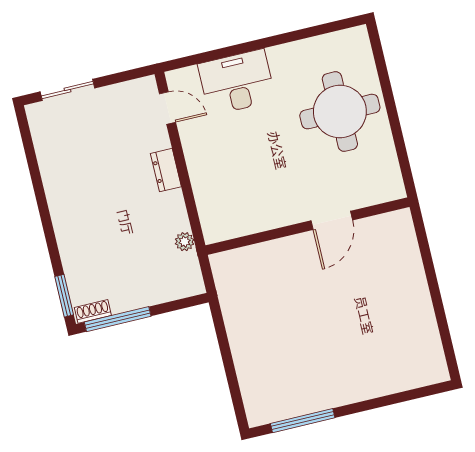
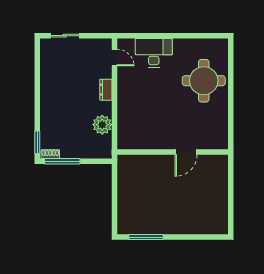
door: (332, 220) -> (186, 152), moved
wall: (307, 226) -> (173, 152), moved
plant: (185, 242) -> (102, 125), width x1.87, depth x1.87

